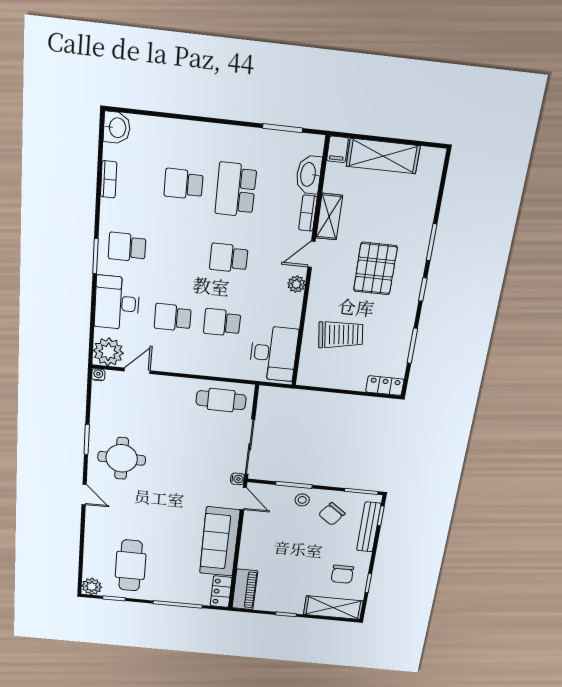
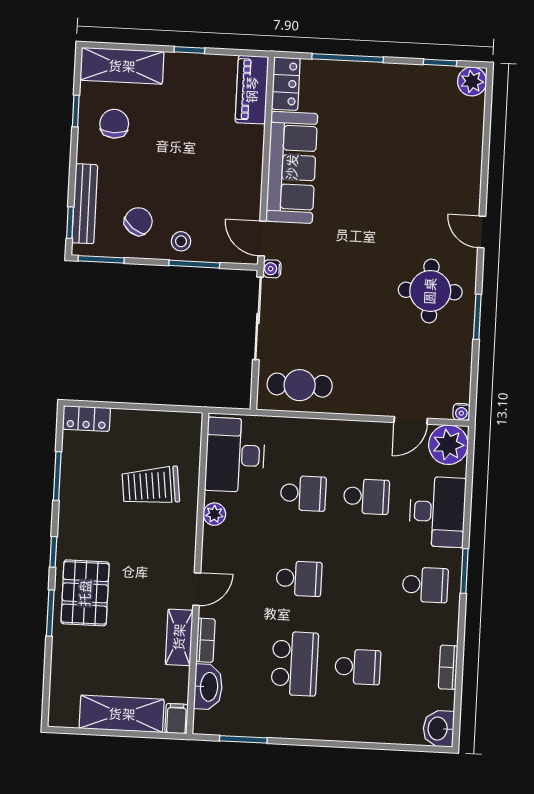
pallet: (375, 269) -> (85, 593), moved
plant: (296, 284) -> (214, 514), moved
cafe table: (131, 565) -> (417, 120), removed

